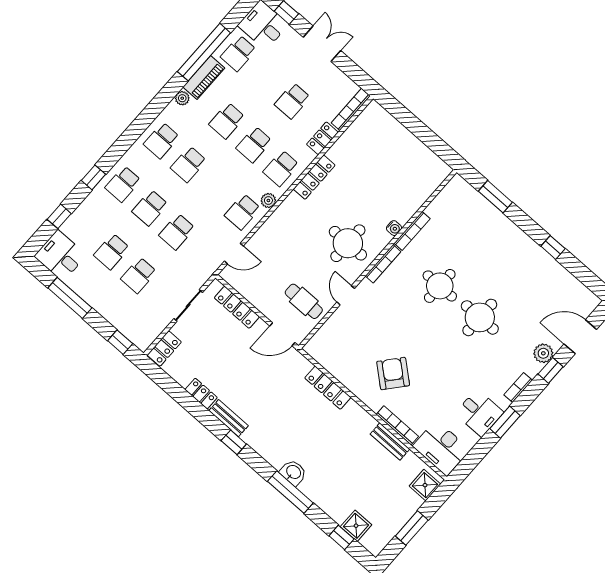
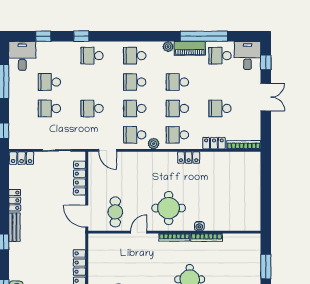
locker: (314, 177) -> (189, 157), width x0.66
school desk: (150, 208) -> (135, 108), moved

